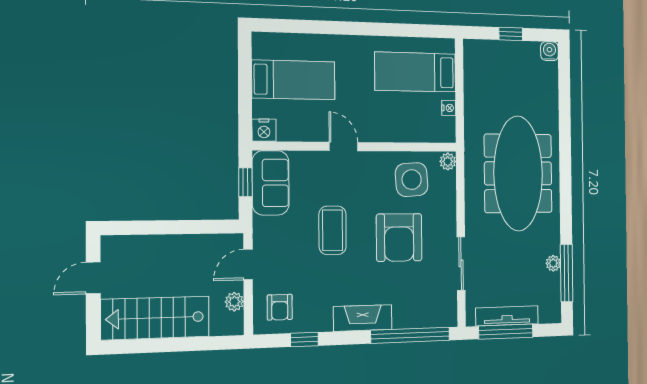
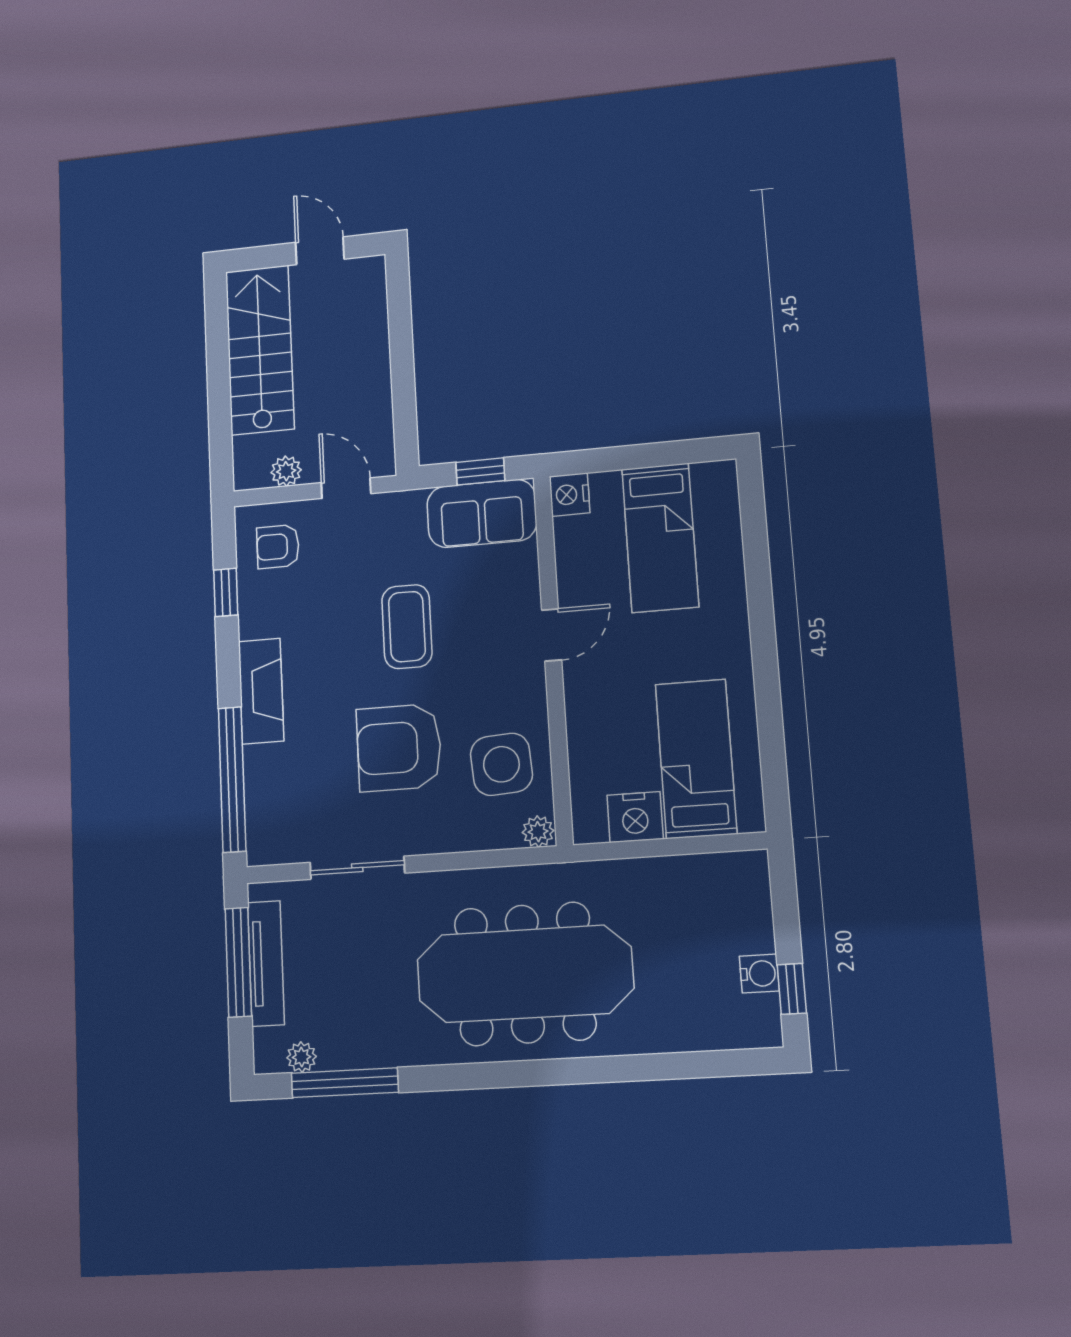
window: (511, 34) -> (792, 989), moved
water cooler: (549, 51) -> (759, 974), moved
nightstand: (449, 108) -> (635, 817), width x1.89, depth x1.79
coffee table: (333, 230) -> (407, 627), turned 90
plant: (553, 263) -> (302, 1057), moved

